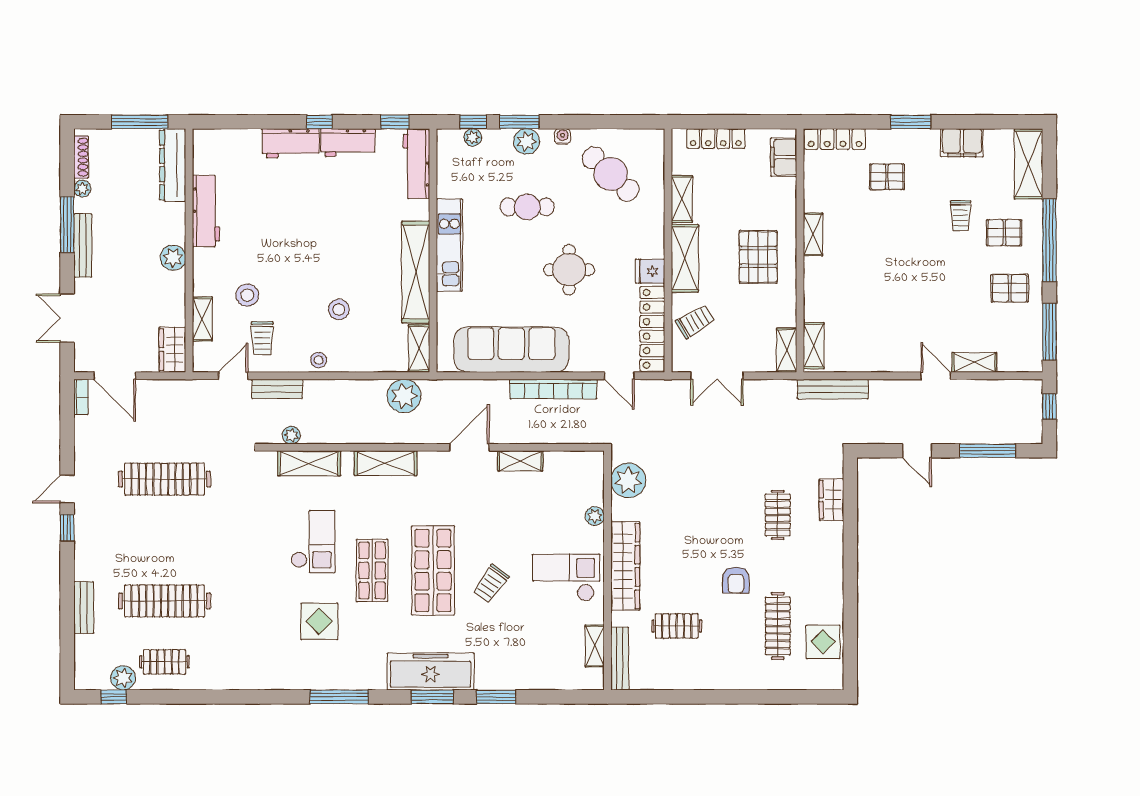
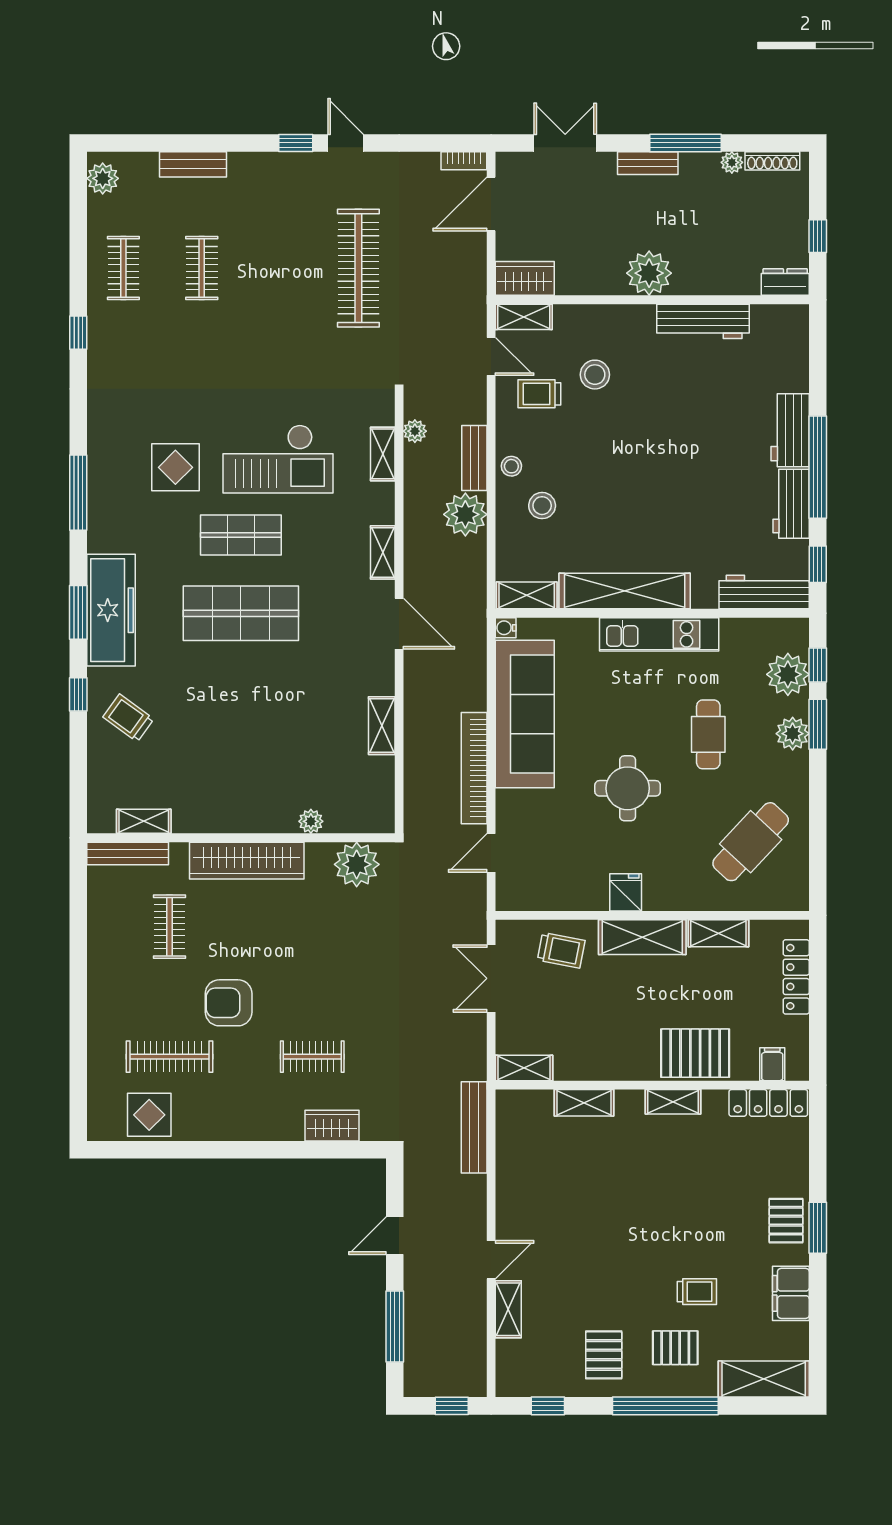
window: (140, 122) -> (818, 236), width x0.46
window: (319, 122) -> (818, 467), width x3.17
water cooler: (563, 136) -> (506, 628), moved, turned 180
plant: (473, 137) -> (788, 674), width x1.88, depth x1.88
locker: (835, 139) -> (768, 1103), moved, turned -90
filing cabinet: (784, 157) -> (772, 1064), width x0.50
dresser: (173, 165) -> (785, 282), width x0.51, depth x0.80
pallet: (887, 177) -> (786, 1221), moved
trolley: (961, 216) -> (697, 1292), turned 180
pallet: (1004, 233) -> (675, 1348), turned 90
bench: (83, 245) -> (648, 163), width x0.73
pallet: (758, 257) -> (695, 1053), moved
plant: (173, 258) -> (649, 273), width x1.36, depth x1.36
stool: (339, 309) -> (542, 506), moved
shelving: (202, 319) -> (524, 317), moved
trolley: (695, 321) -> (561, 950), turned -48
locker: (652, 329) -> (552, 895), removed
window: (1049, 332) -> (548, 1406), width x0.46
shelving: (814, 346) -> (584, 1103), moved
bench: (277, 389) -> (474, 458), moved
plant: (404, 396) -> (465, 514), moved
door: (469, 447) -> (399, 624), moved
shelving: (309, 463) -> (383, 454), width x0.67, depth x0.75
shelving: (386, 463) -> (383, 552), width x0.67, depth x0.75
checkout: (313, 542) -> (278, 459), width x1.36, depth x1.21
checkout: (566, 577) -> (232, 785), removed
armchair: (736, 580) -> (229, 1003), width x1.38, depth x1.38
trolley: (491, 584) -> (128, 718), moved
clothes rail: (164, 601) -> (202, 268), width x0.54, depth x0.76
plant: (123, 678) -> (103, 178), moved
window: (114, 697) -> (78, 333), moved
window: (496, 697) -> (78, 694), width x0.67

